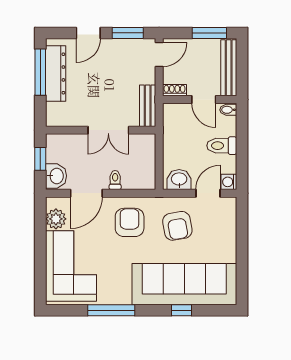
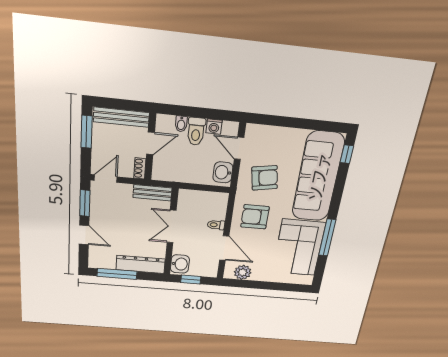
door: (159, 54) -> (106, 179), hinge flipped
dresser: (56, 73) -> (141, 264), moved
bidet: (228, 110) -> (181, 124), moved
double door: (108, 130) -> (172, 226), swing flipped
washbasin: (56, 176) -> (180, 264), moved, turned 90
washing machine: (229, 182) -> (214, 127), moved
corner sofa: (71, 266) -> (299, 248), moved, turned -90
window: (181, 310) -> (347, 154), moved

